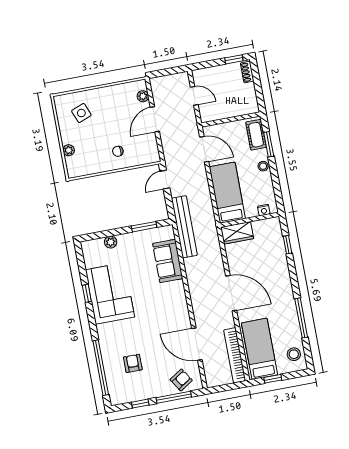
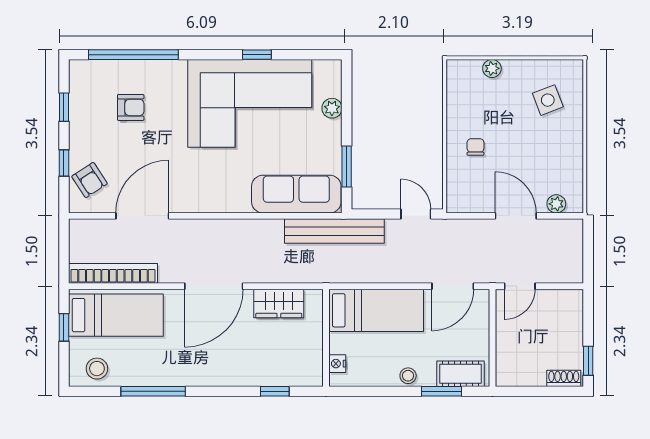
door: (194, 96) -> (520, 286), moved
wardrobe: (237, 233) -> (279, 303), moved, turned -90
sofa: (168, 261) -> (296, 194), width x1.36
corner sofa: (110, 293) -> (250, 103), width x1.36, depth x1.36
window: (174, 397) -> (64, 163), width x0.46

